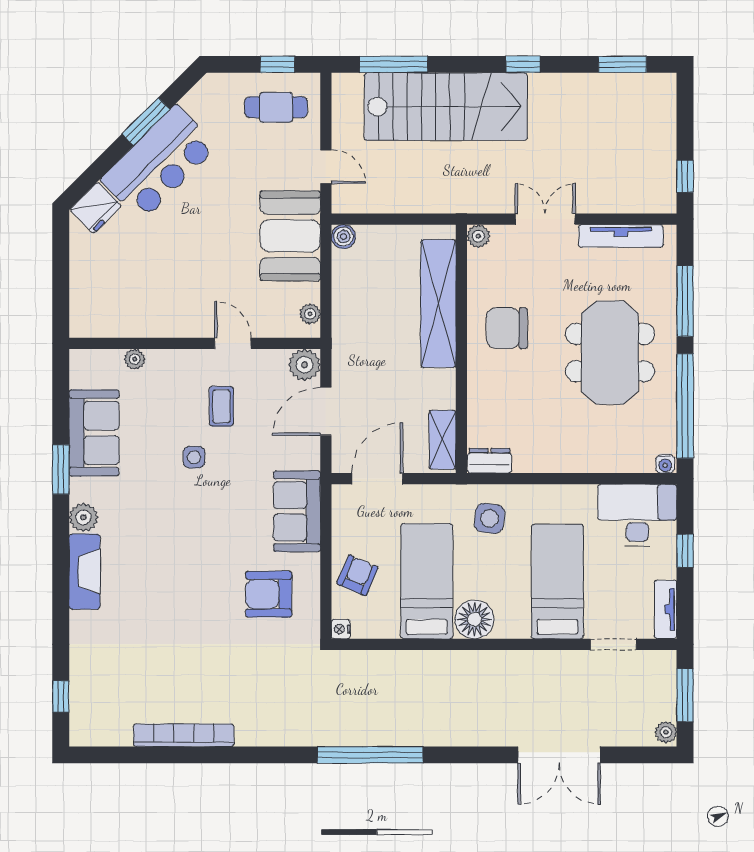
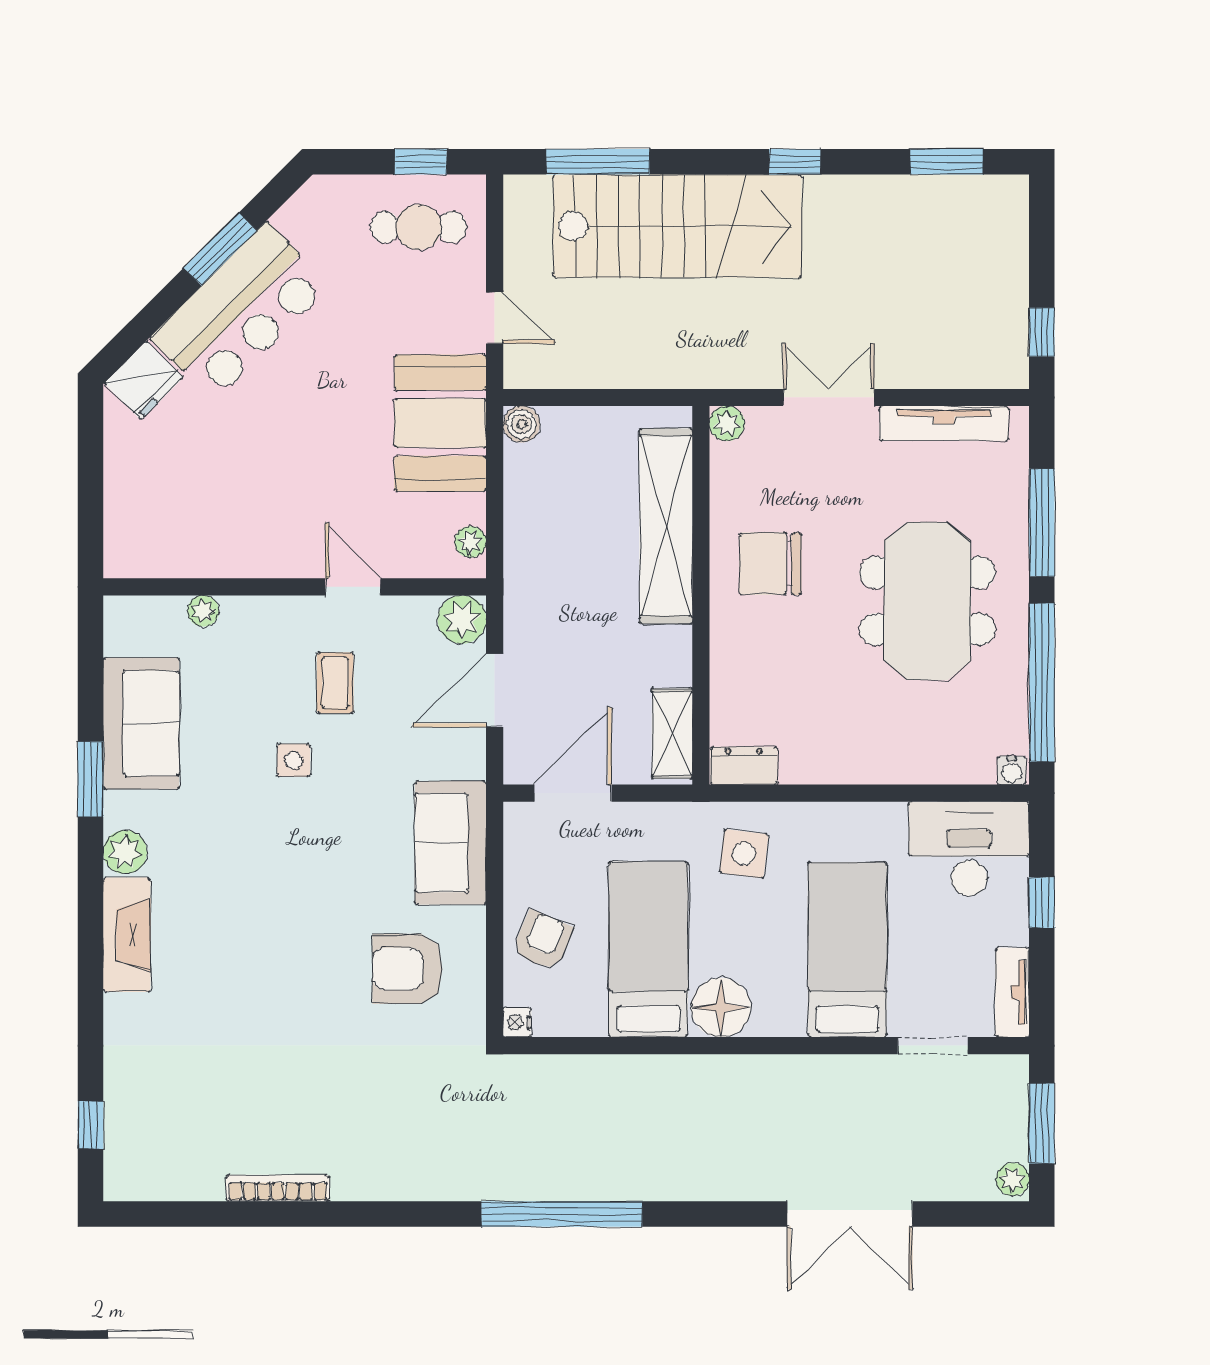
bookcase: (184, 735) -> (278, 1188), width x0.68, depth x0.76

